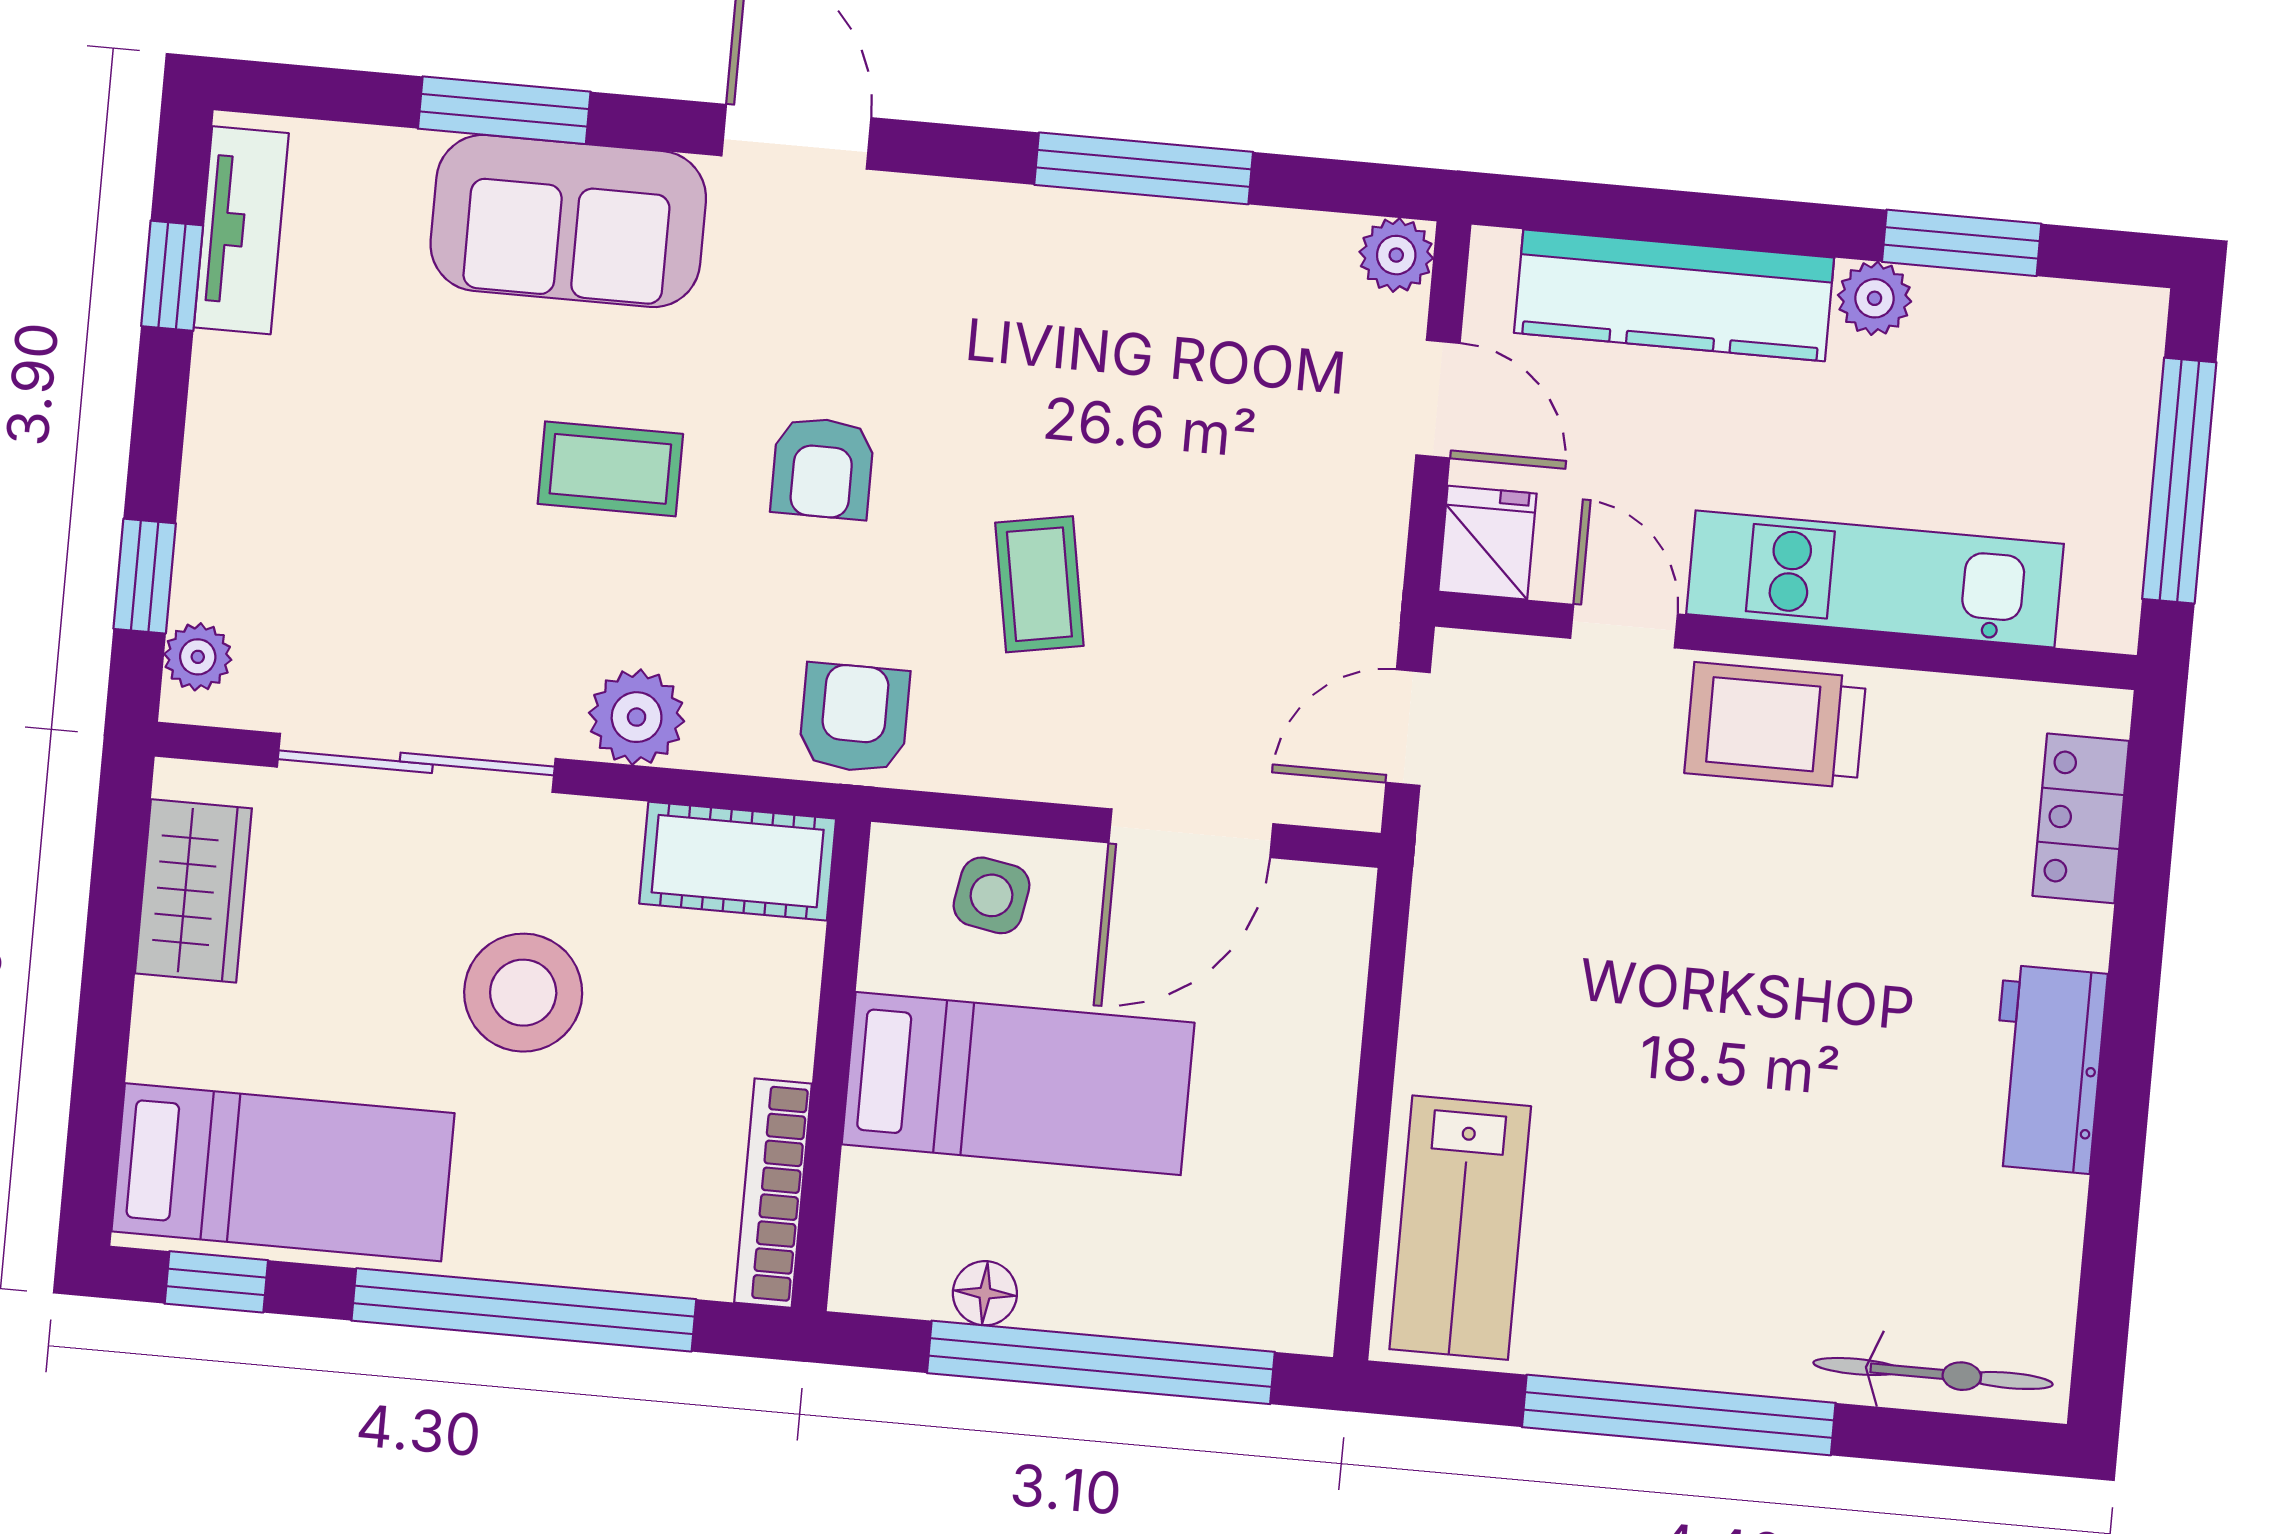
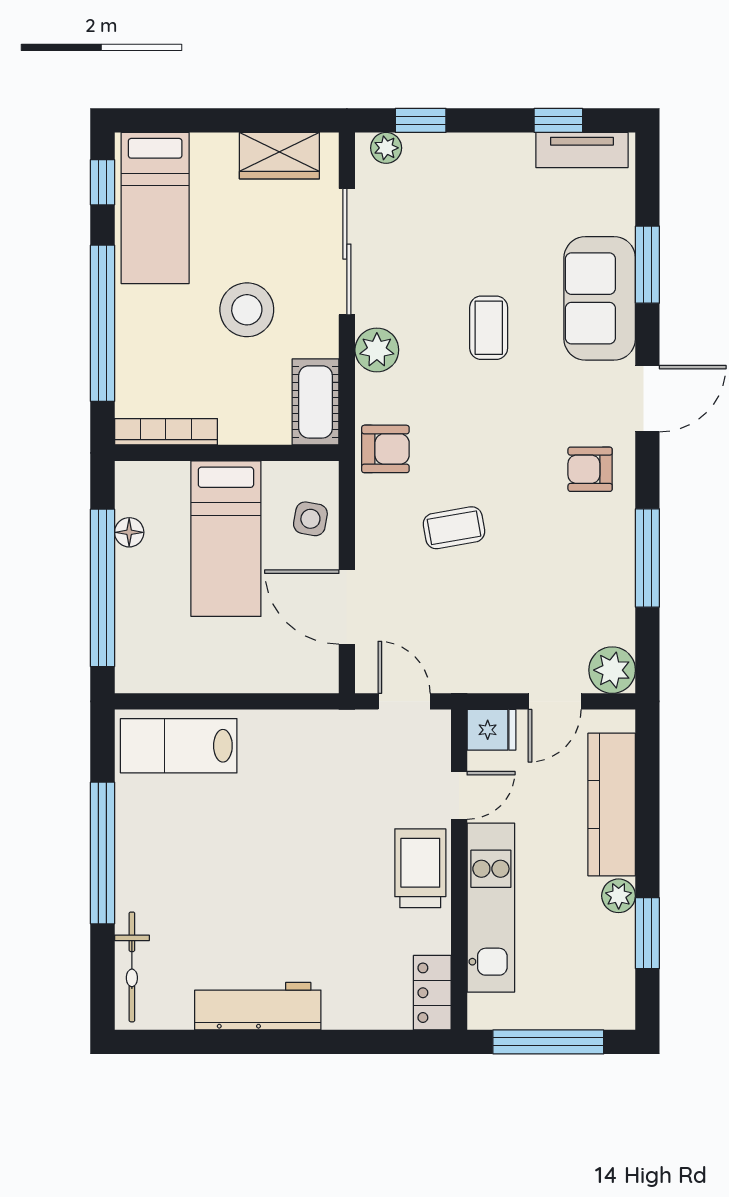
plant: (1396, 255) -> (612, 670), width x1.38, depth x1.38
armchair: (822, 468) -> (590, 469), moved
locker: (2081, 818) -> (432, 993), moved, turned -90
workbench: (2047, 1069) -> (258, 1006), width x1.38

